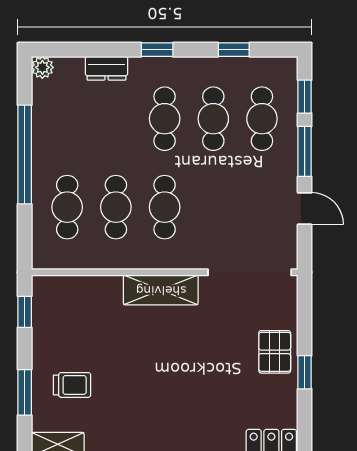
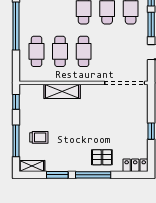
shelving: (161, 290) -> (62, 91), moved
pallet: (275, 352) -> (102, 157), moved, turned 90
window: (25, 392) -> (16, 141), width x1.44

